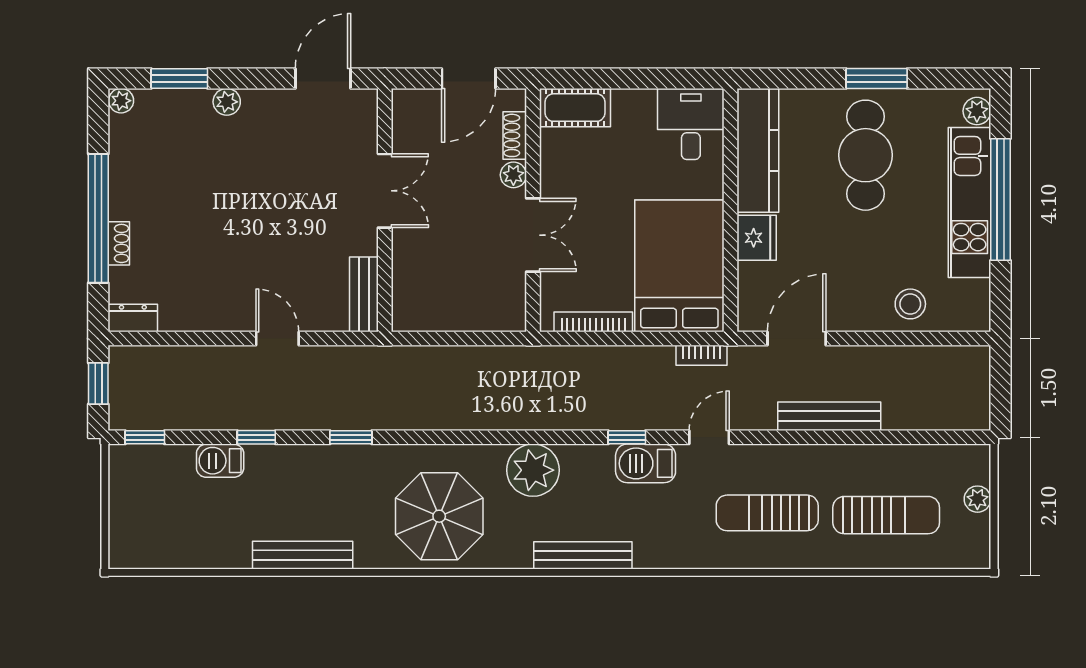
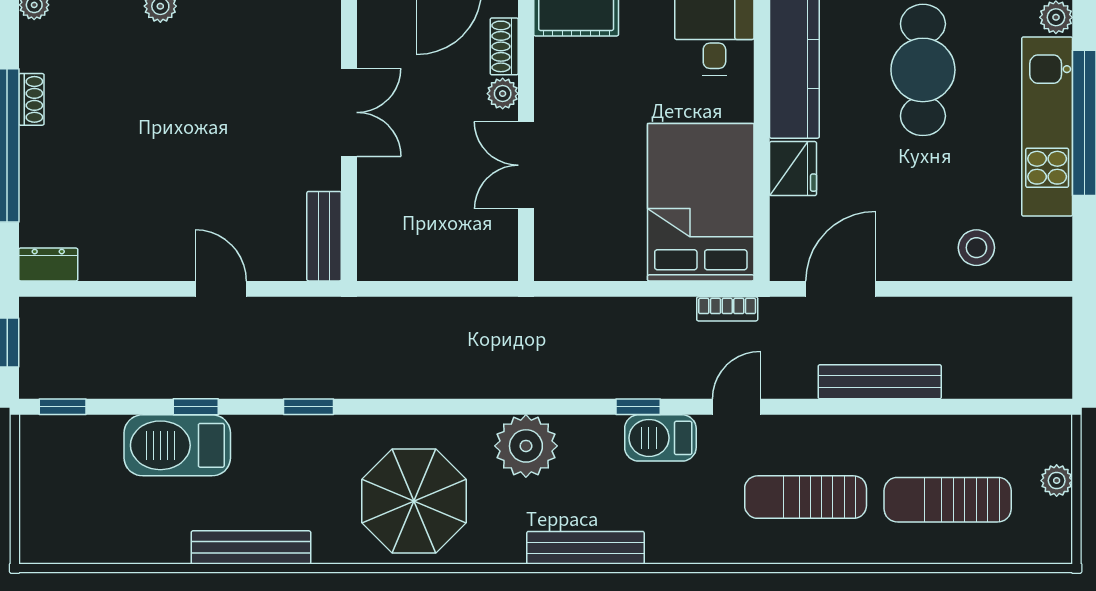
double door: (533, 235) -> (526, 165), swing flipped
shoe rack: (119, 243) -> (31, 99), moved
bookcase: (593, 322) -> (598, 269), removed
barbecue: (220, 461) -> (177, 445), width x1.88, depth x1.53
sun lounger: (886, 515) -> (948, 500), turned 180

